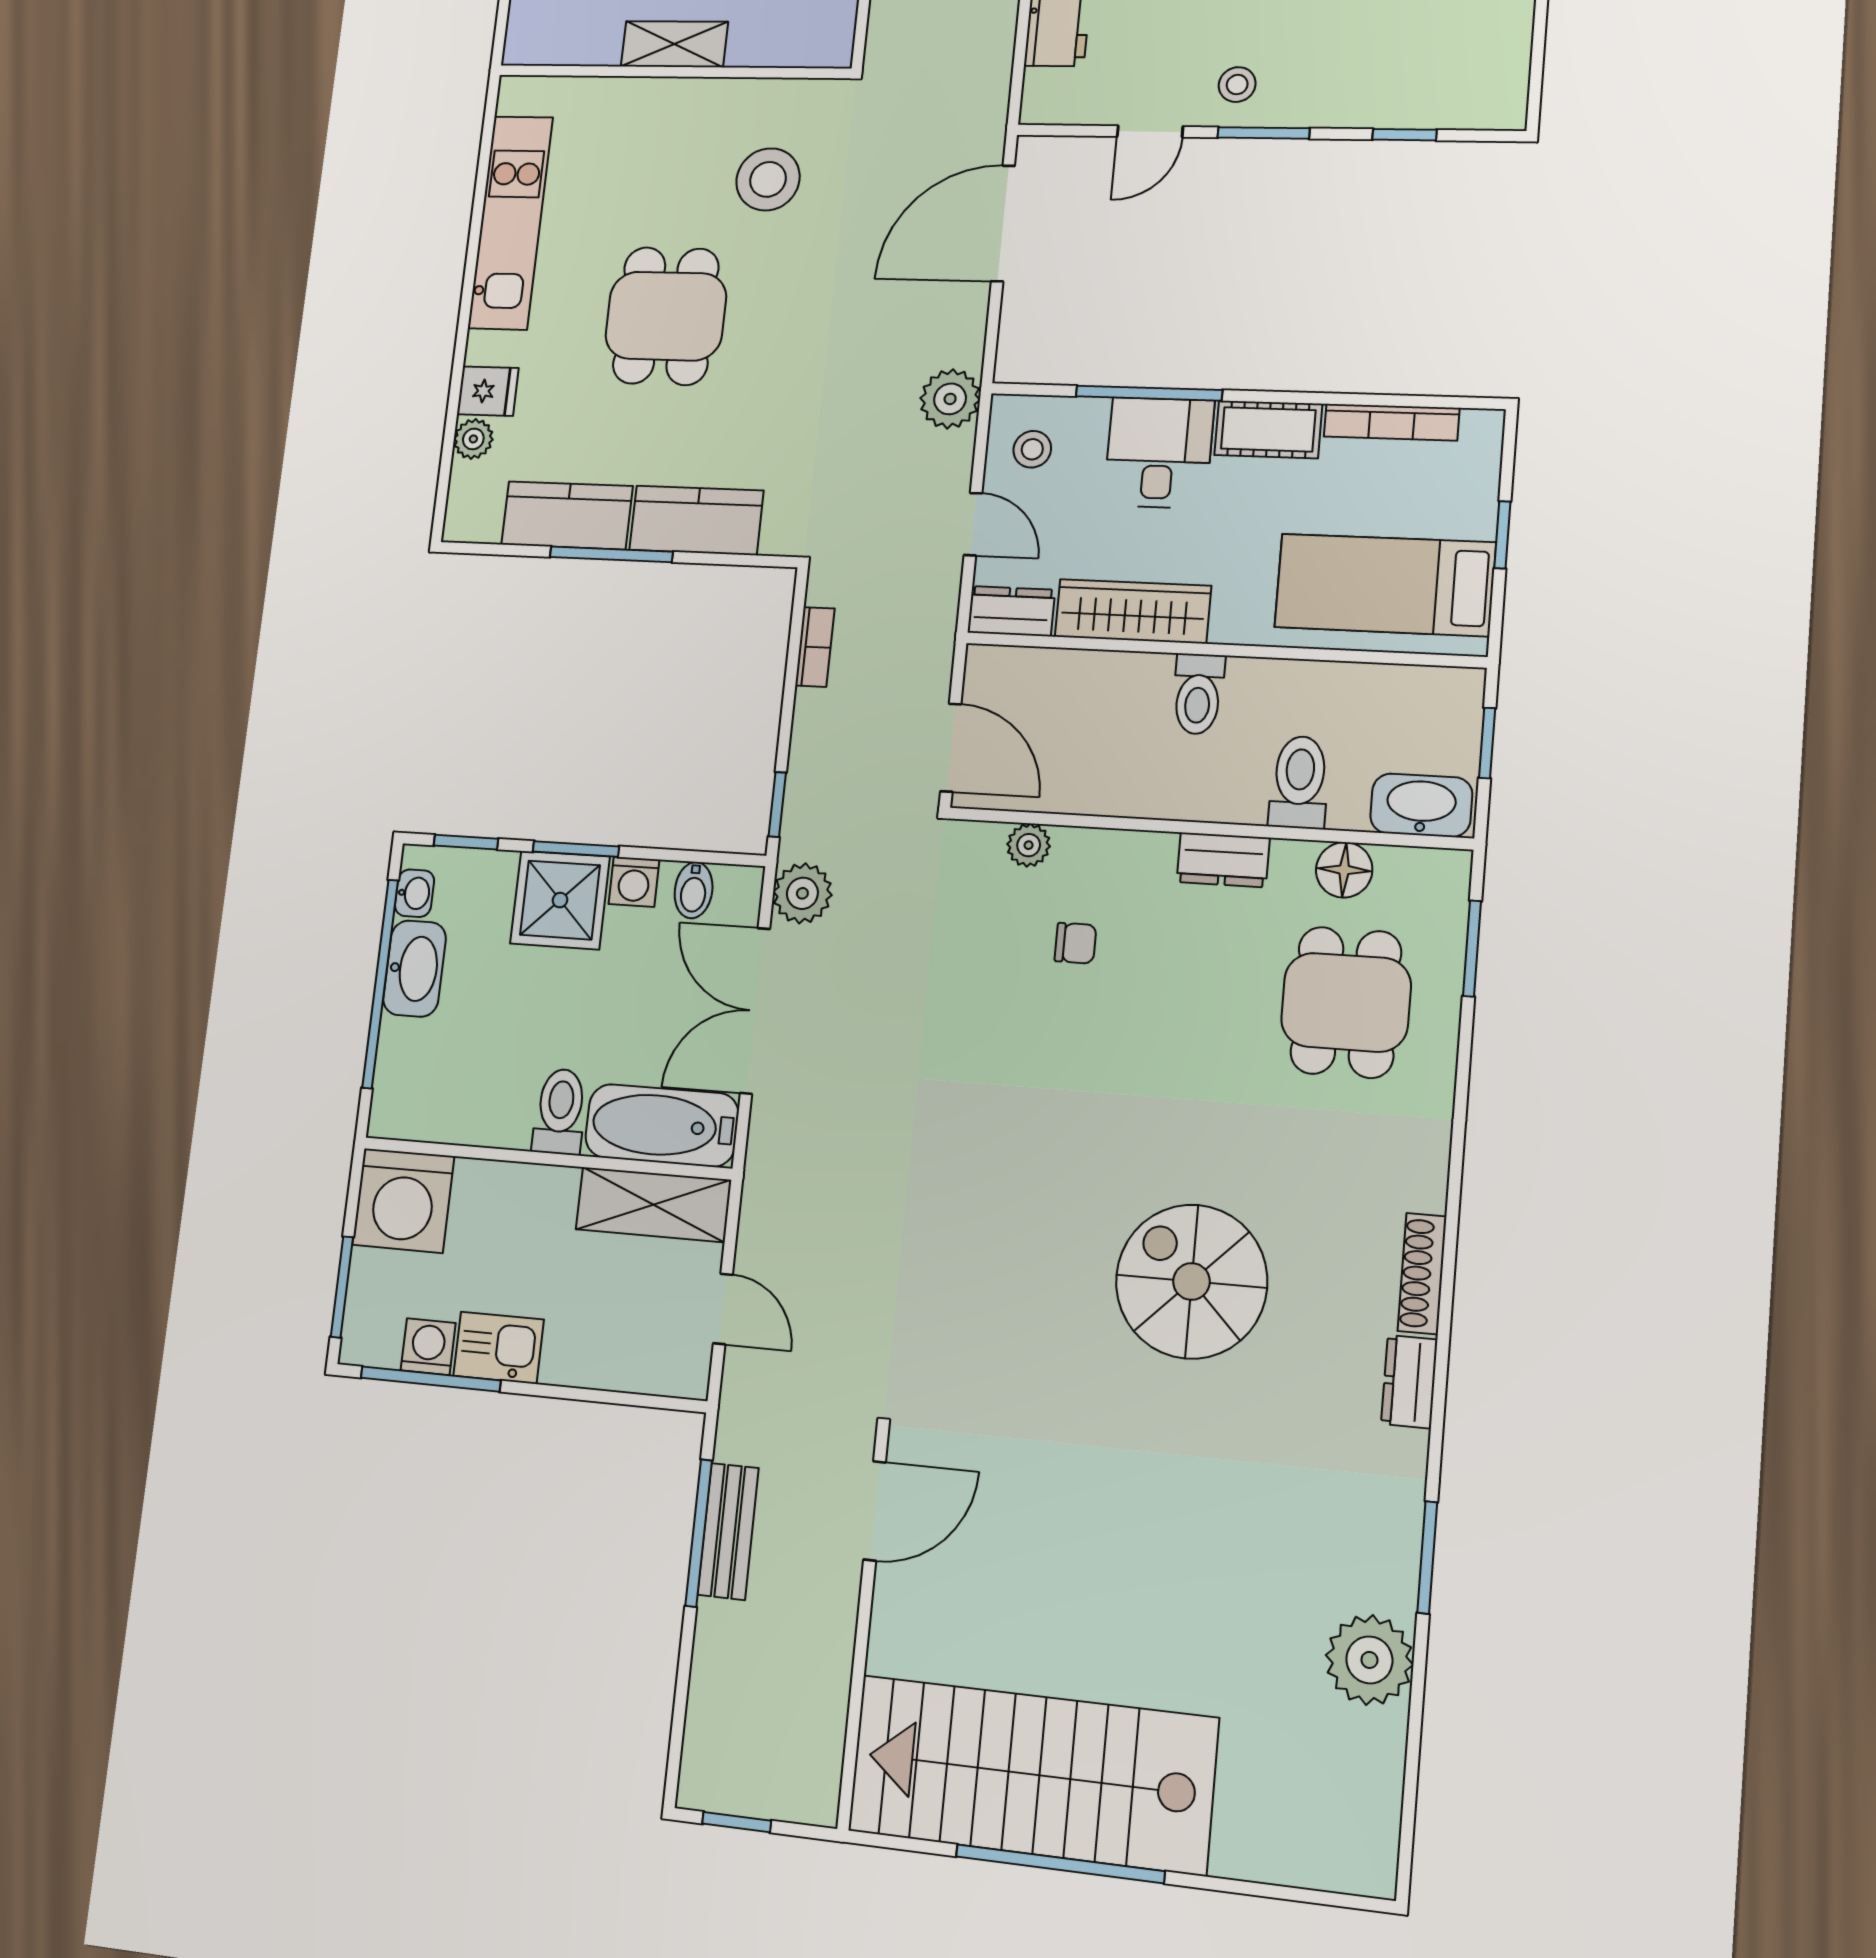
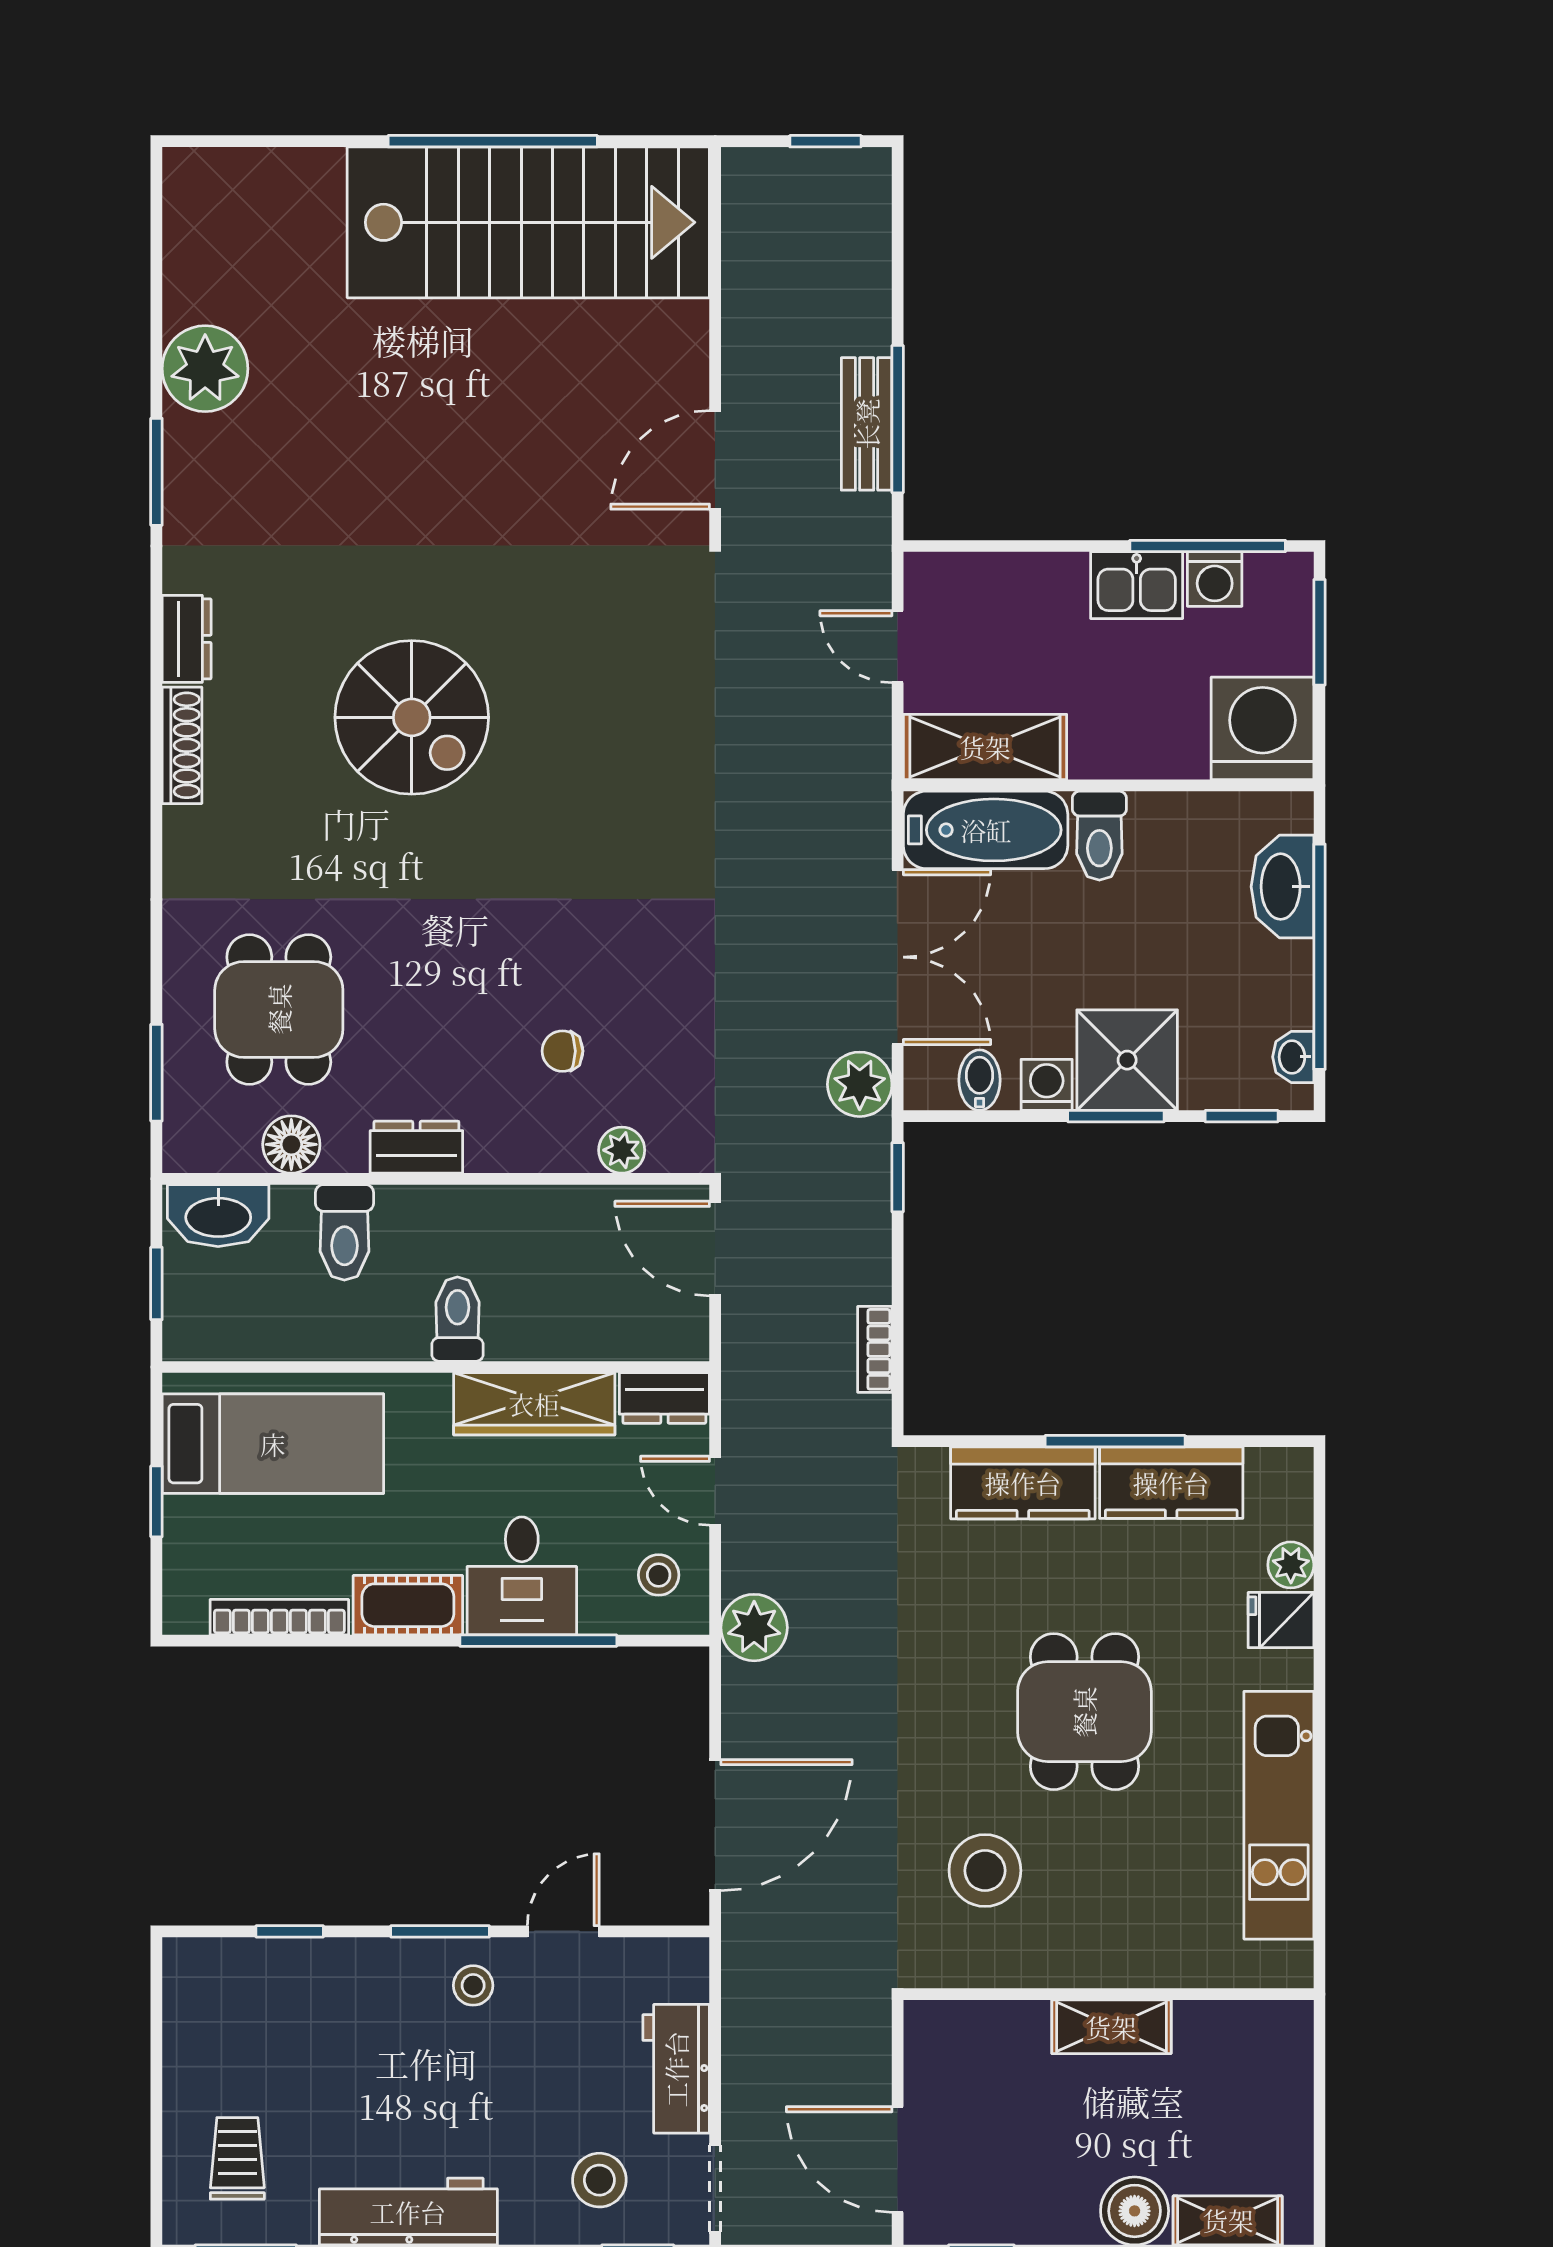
washbasin: (415, 969) -> (1282, 887), moved

